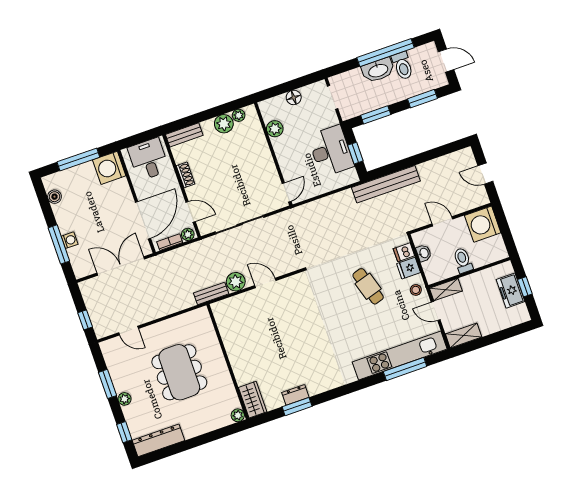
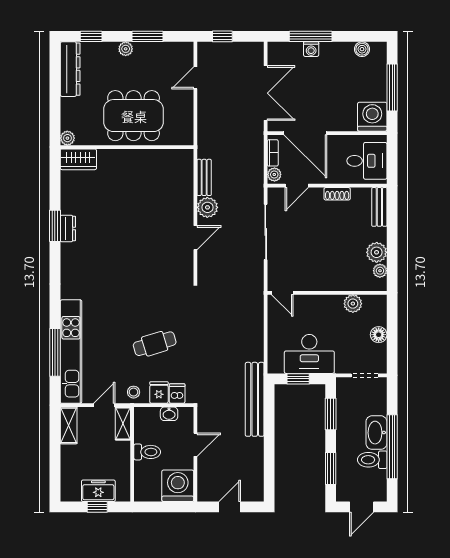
wall: (228, 362) -> (127, 147), moved
wardrobe: (253, 400) -> (78, 159), moved
plant: (238, 415) -> (67, 138), moved

